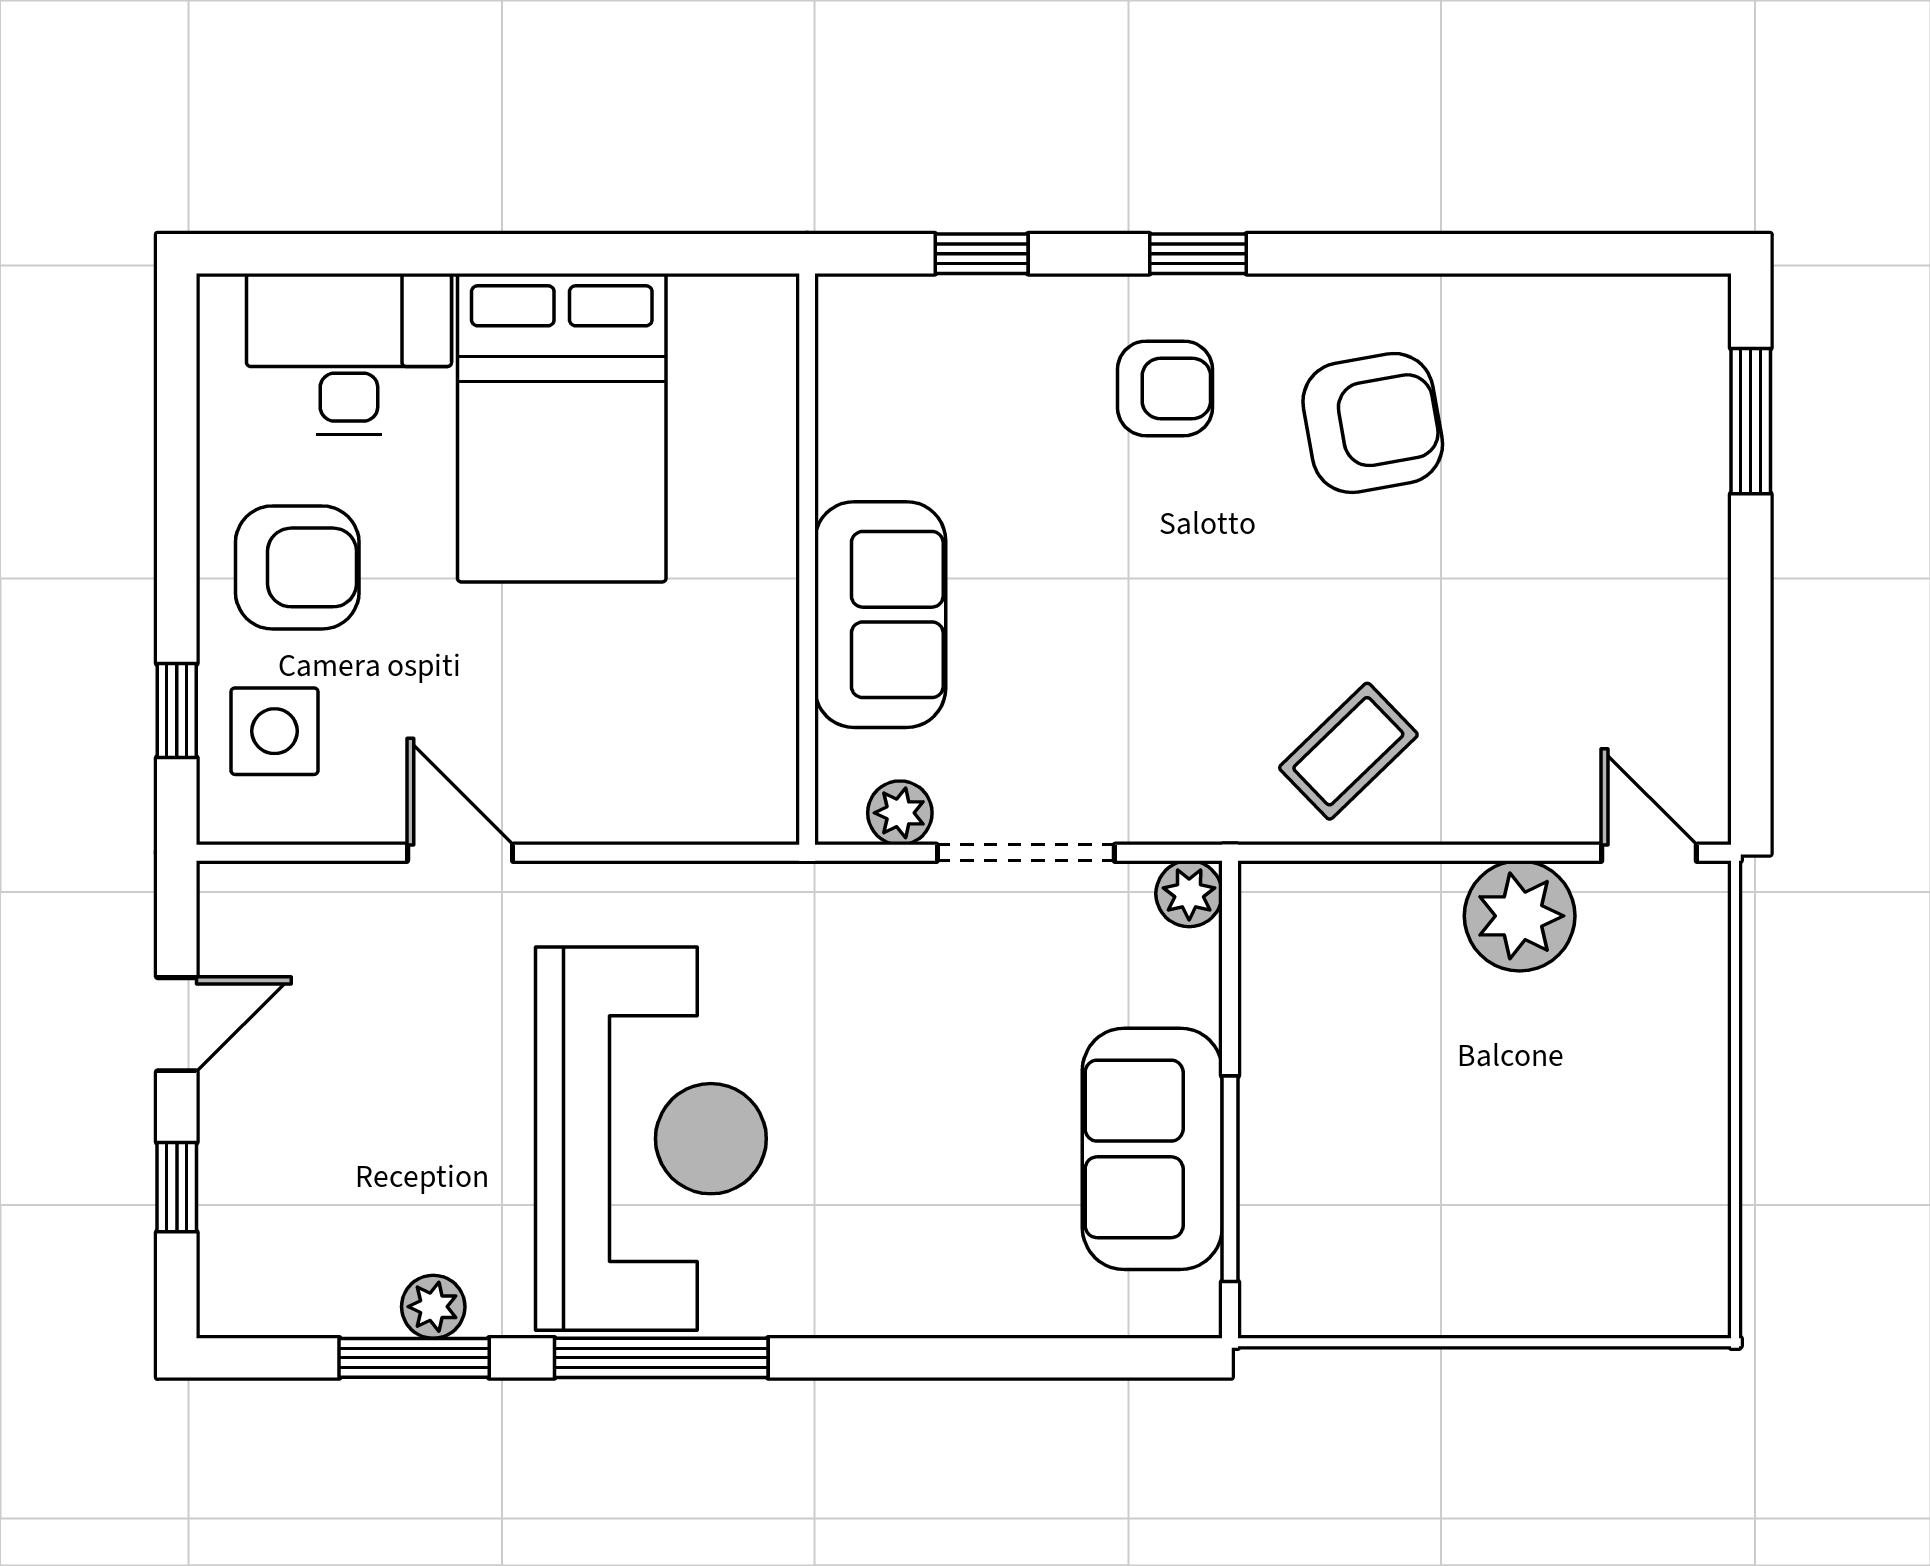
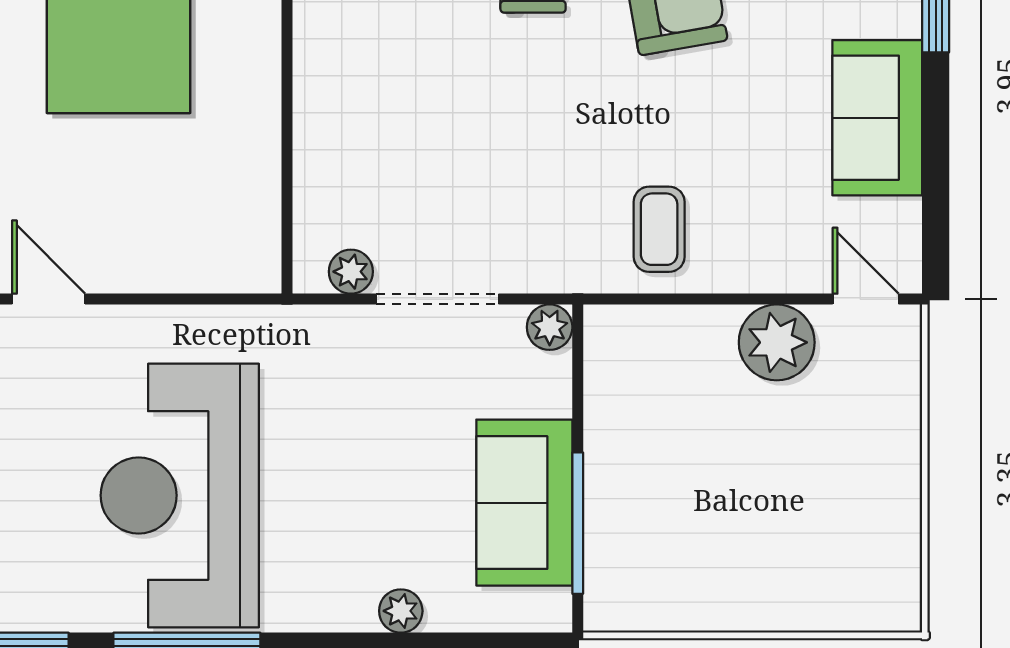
sofa: (880, 615) -> (877, 118), moved, turned 180
coffee table: (1348, 751) -> (659, 229), turned -46
reception desk: (651, 1139) -> (180, 495), turned 180
plant: (433, 1307) -> (401, 611), moved

